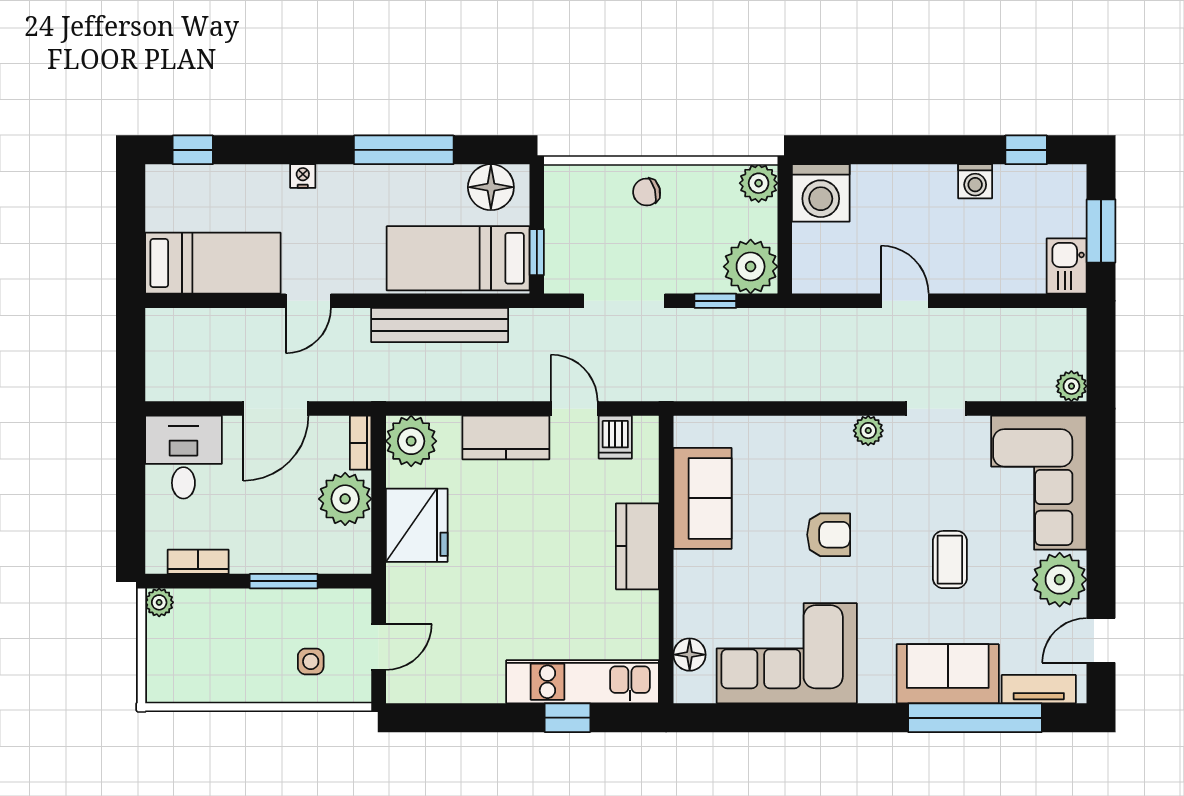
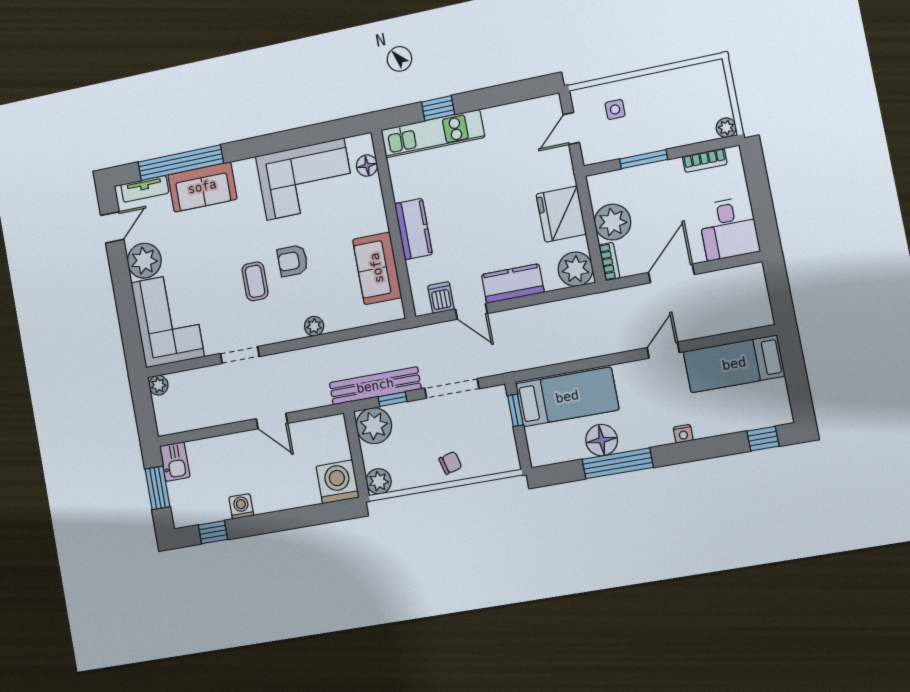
floor lamp: (491, 187) -> (602, 440), moved
bench: (440, 325) -> (375, 386), moved
plant: (868, 431) -> (314, 326), moved
coffee table: (950, 560) -> (255, 281), moved

